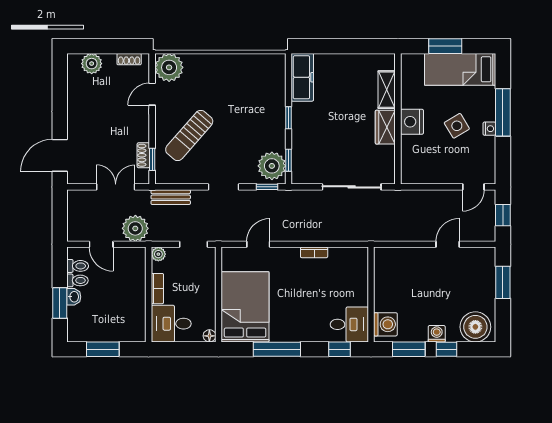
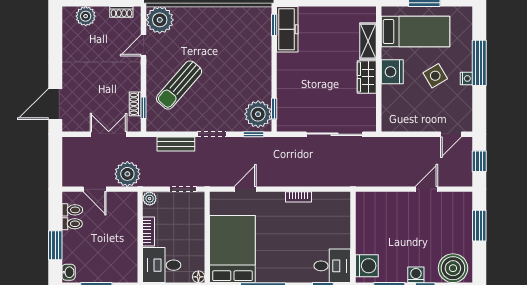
bed: (460, 69) -> (415, 32), moved, turned 180
window: (289, 118) -> (274, 25), moved
bench: (171, 197) -> (176, 144), moved
washbasin: (74, 297) -> (69, 272), moved

